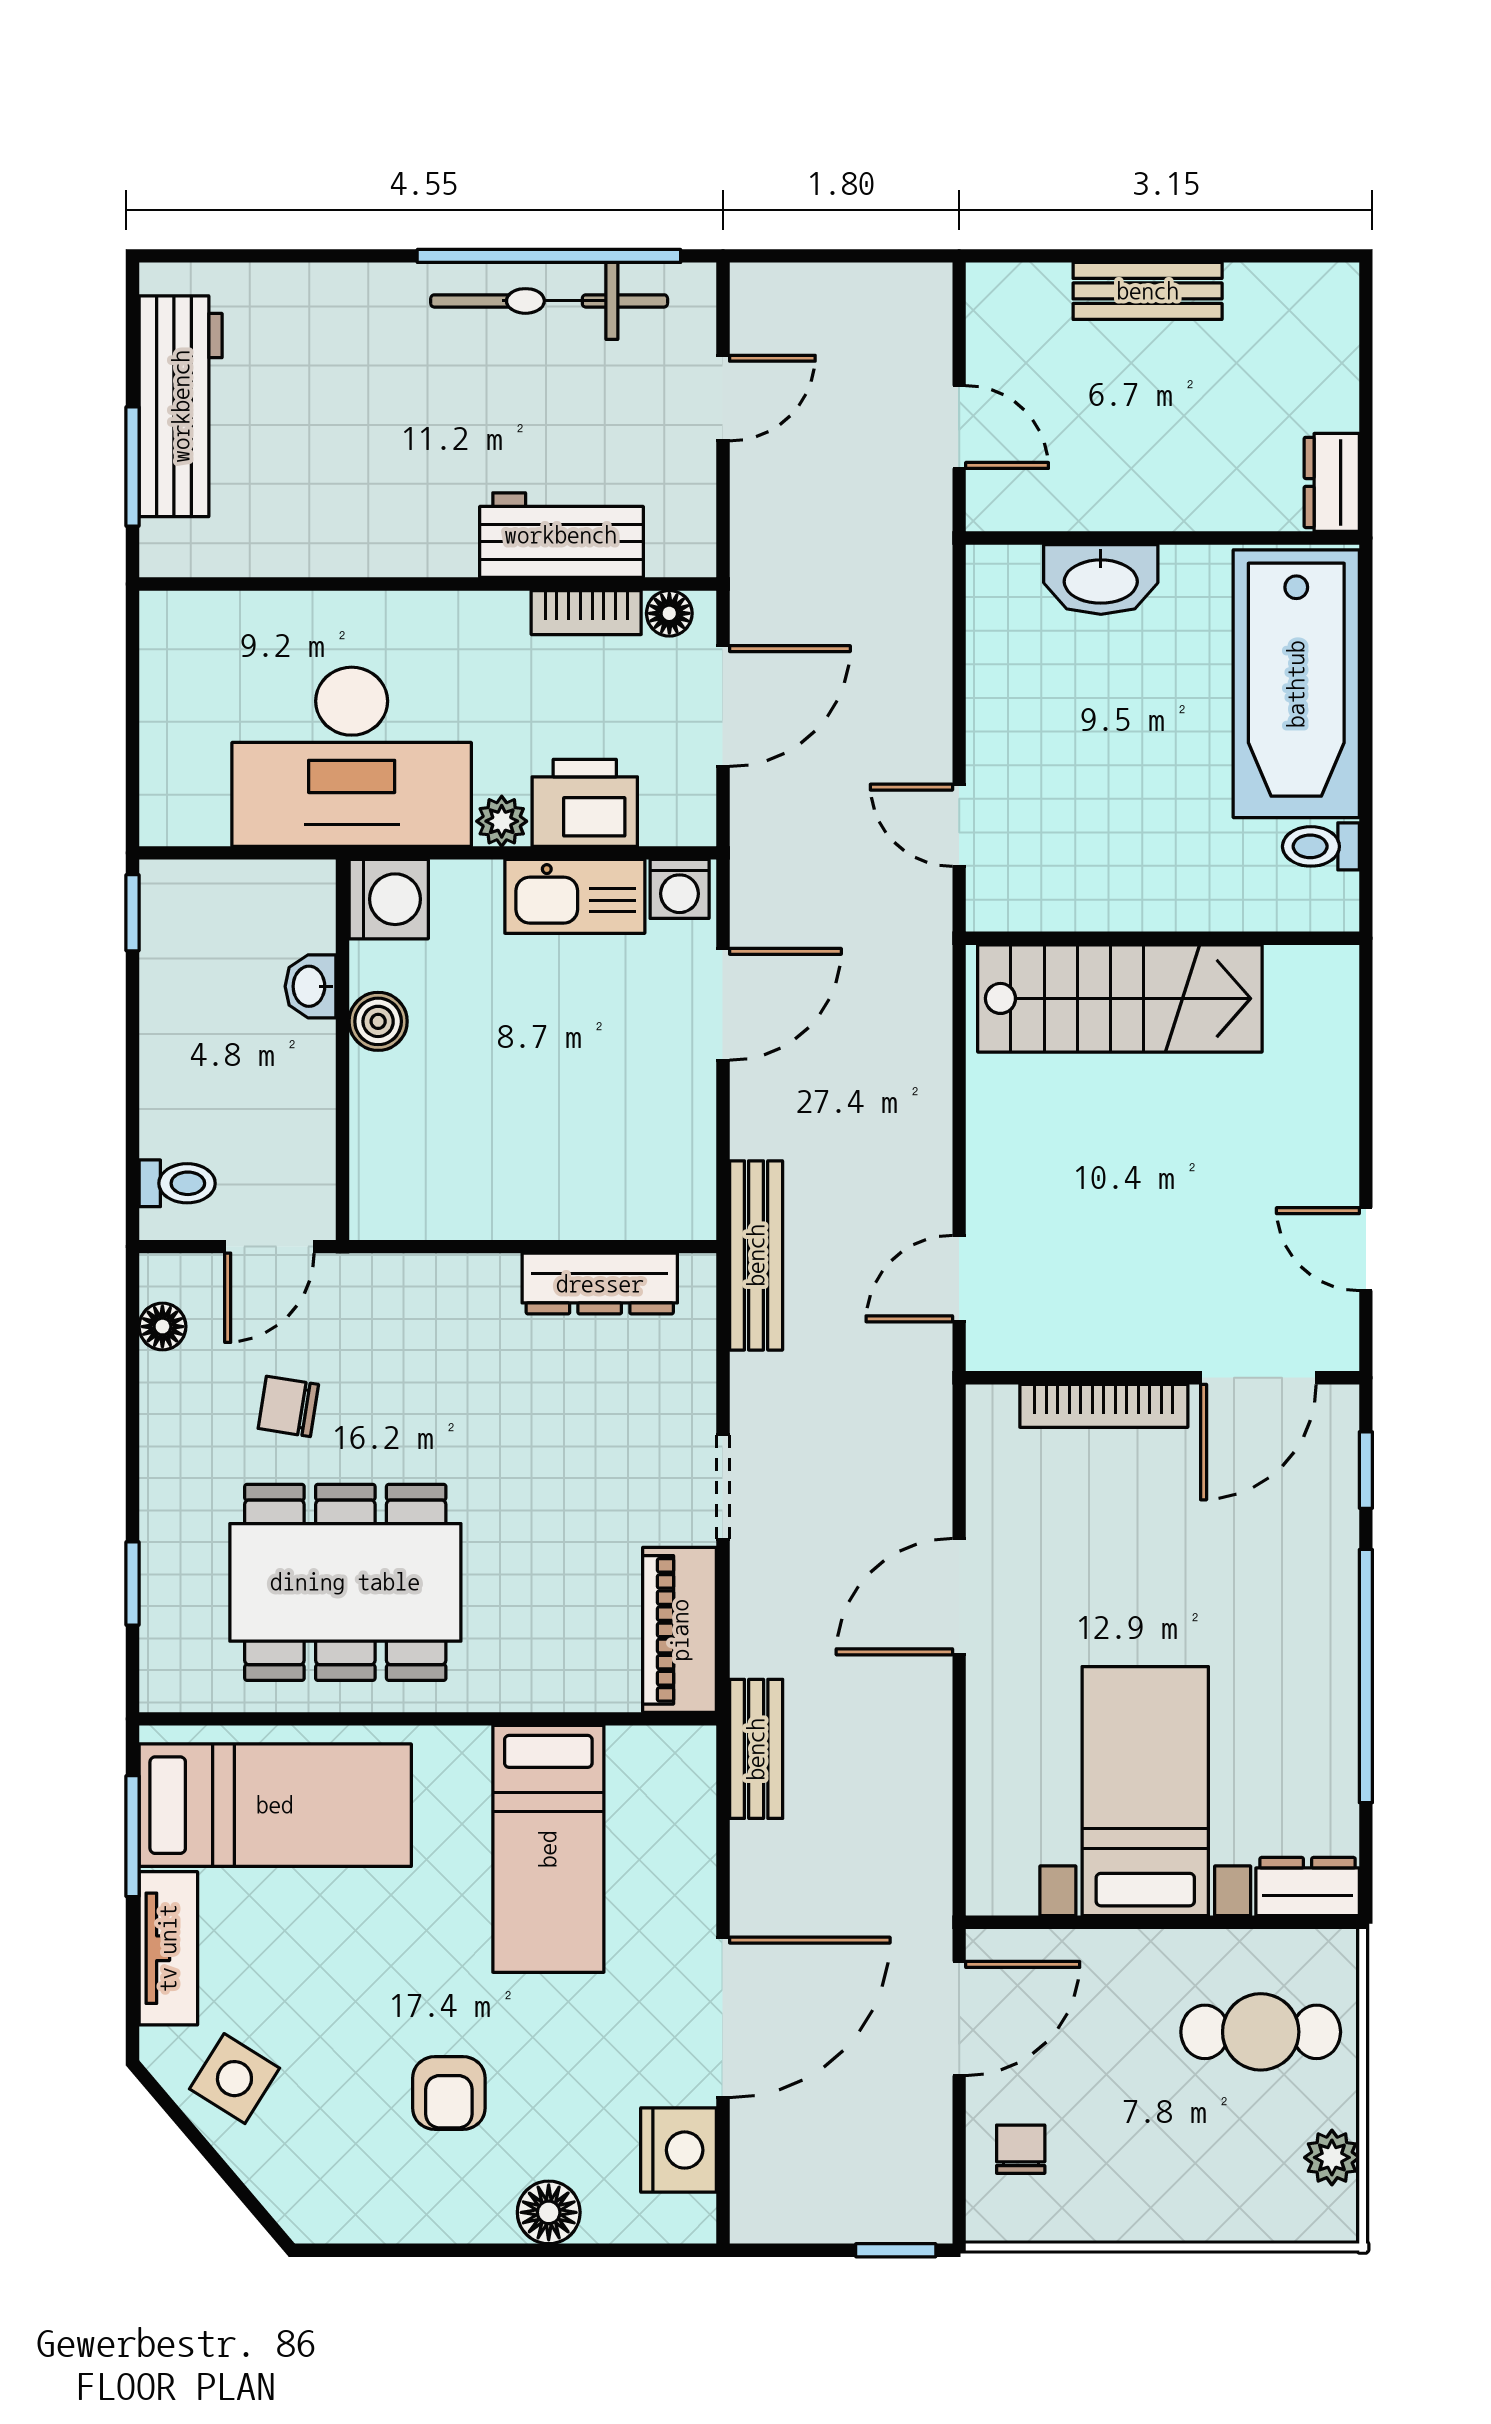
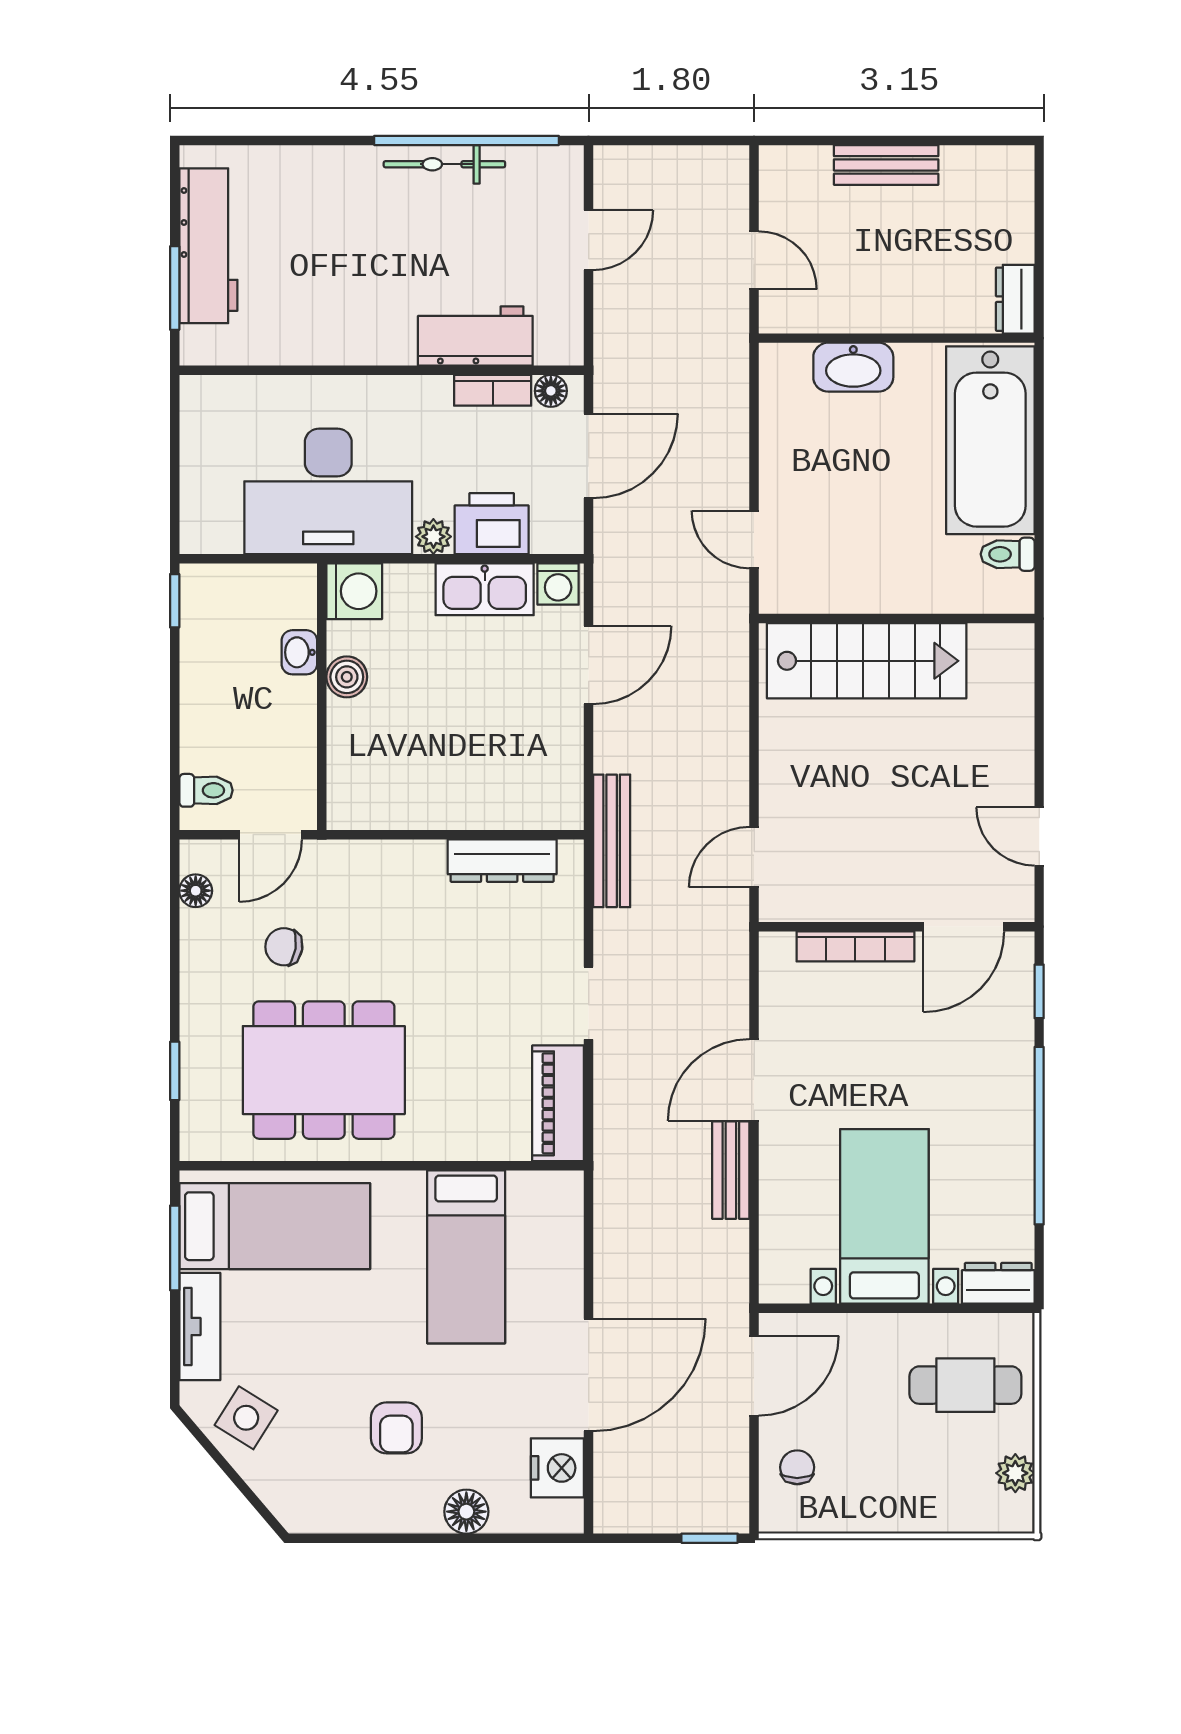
bicycle: (549, 301) -> (444, 164), width x0.73, depth x0.71
bench: (756, 1749) -> (731, 1170), moved

